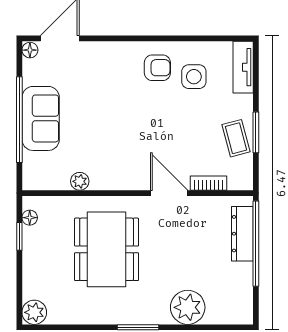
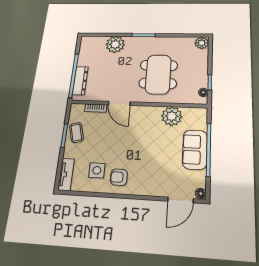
plant: (80, 181) -> (172, 116), width x1.87, depth x1.87

